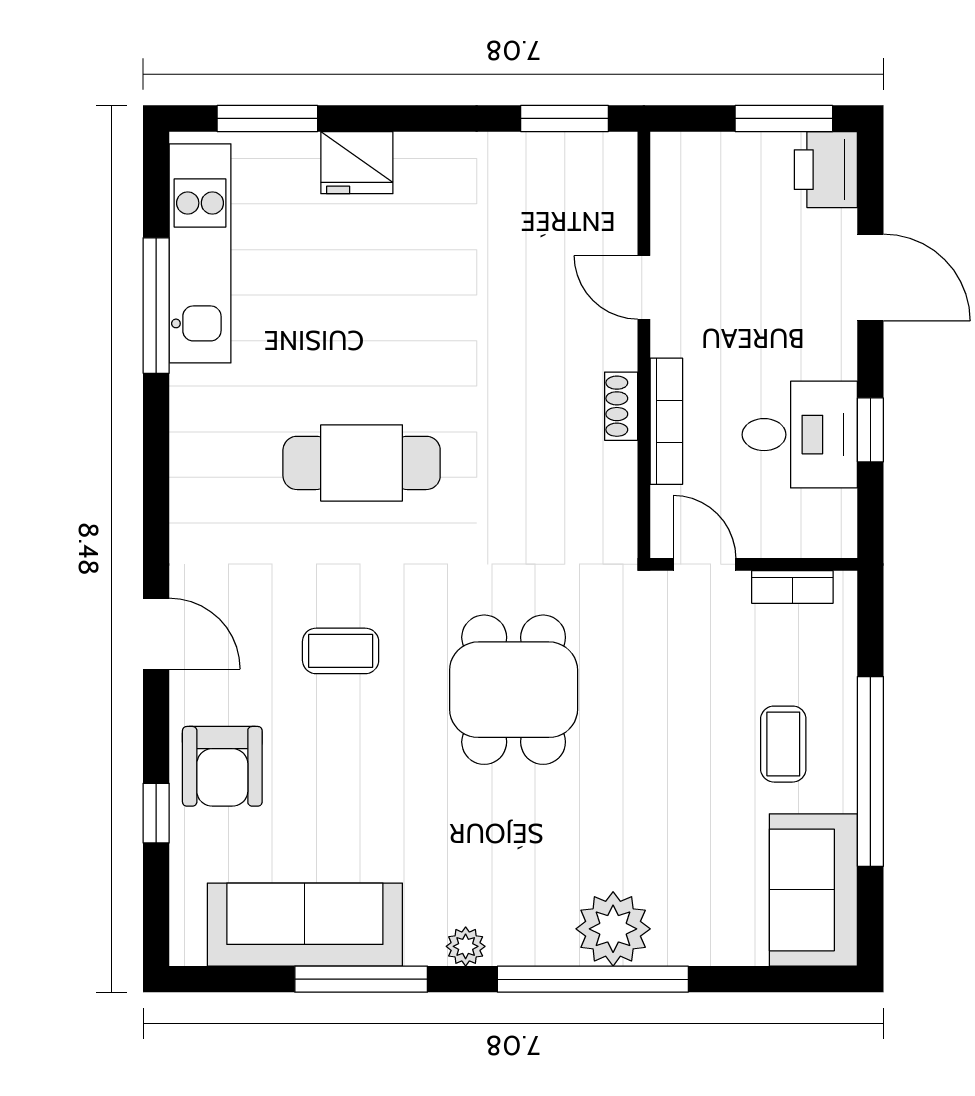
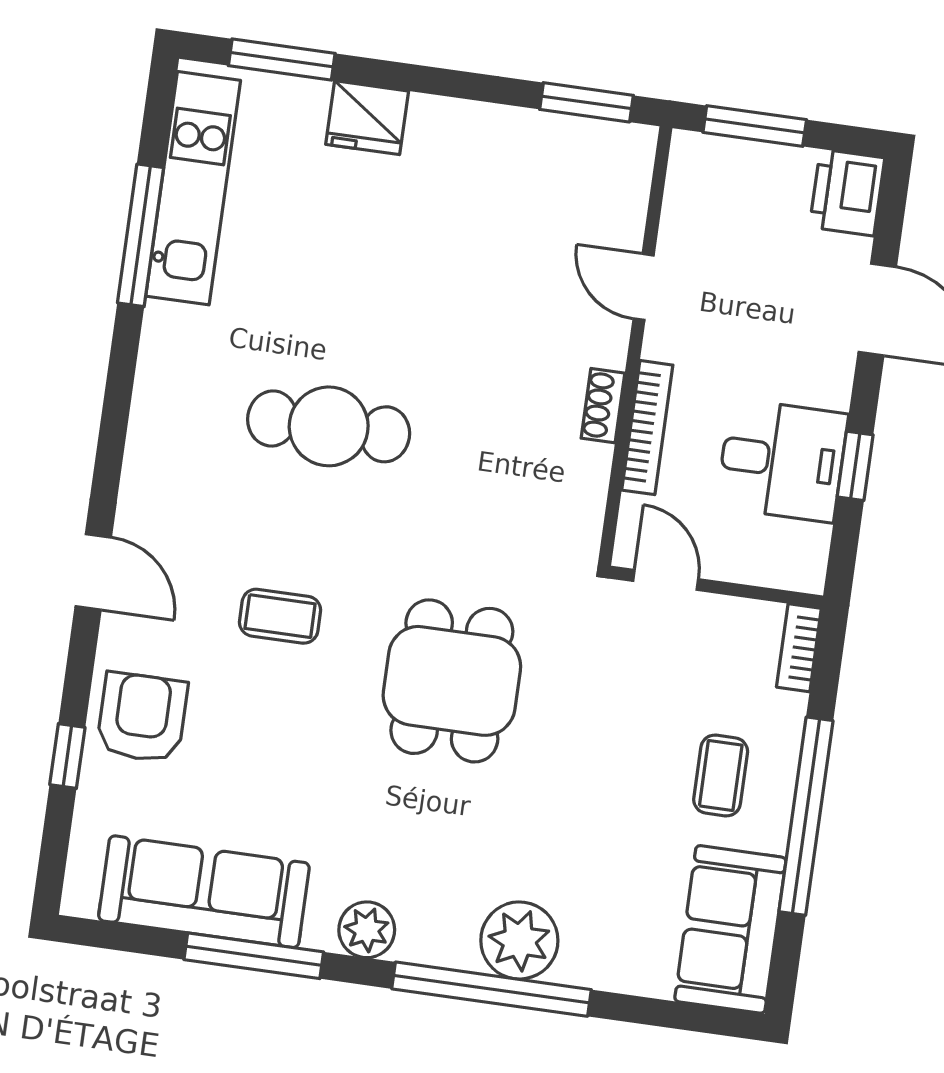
window: (784, 118) -> (755, 126), moved
bookcase: (792, 587) -> (799, 648), moved, turned 90
armchair: (222, 766) -> (142, 717), turned 180
plant: (466, 946) -> (367, 930), width x1.38, depth x1.38

